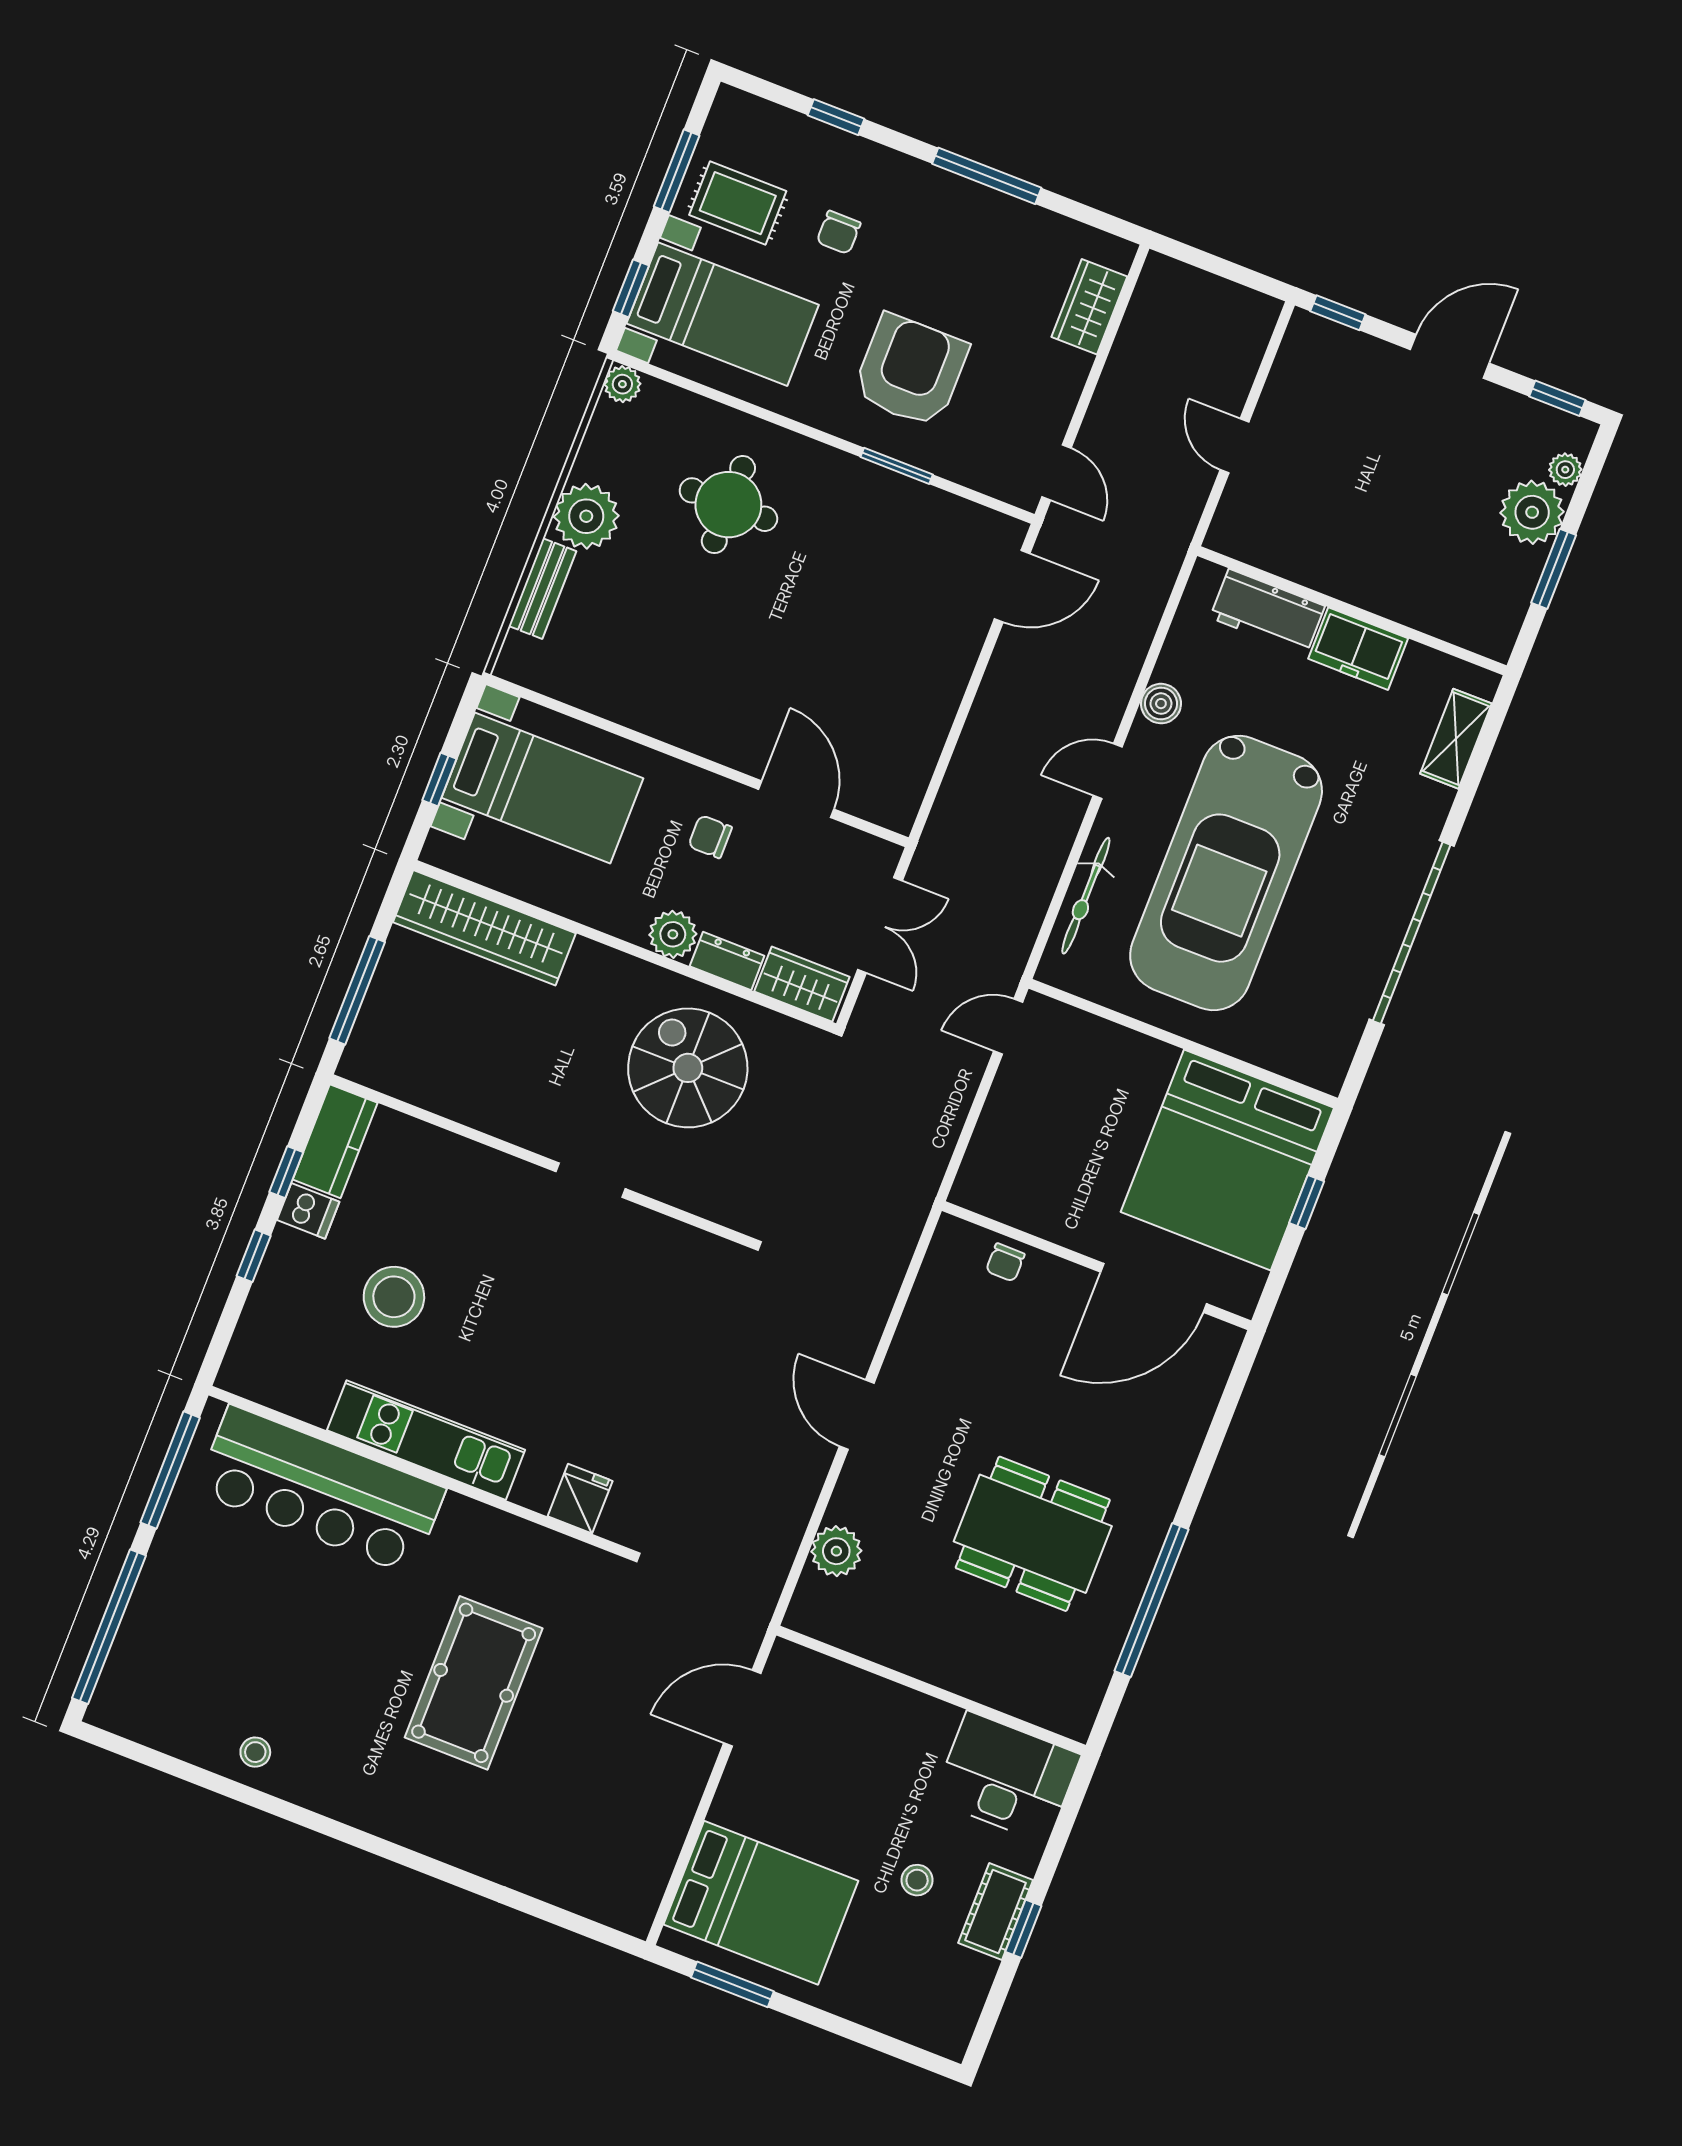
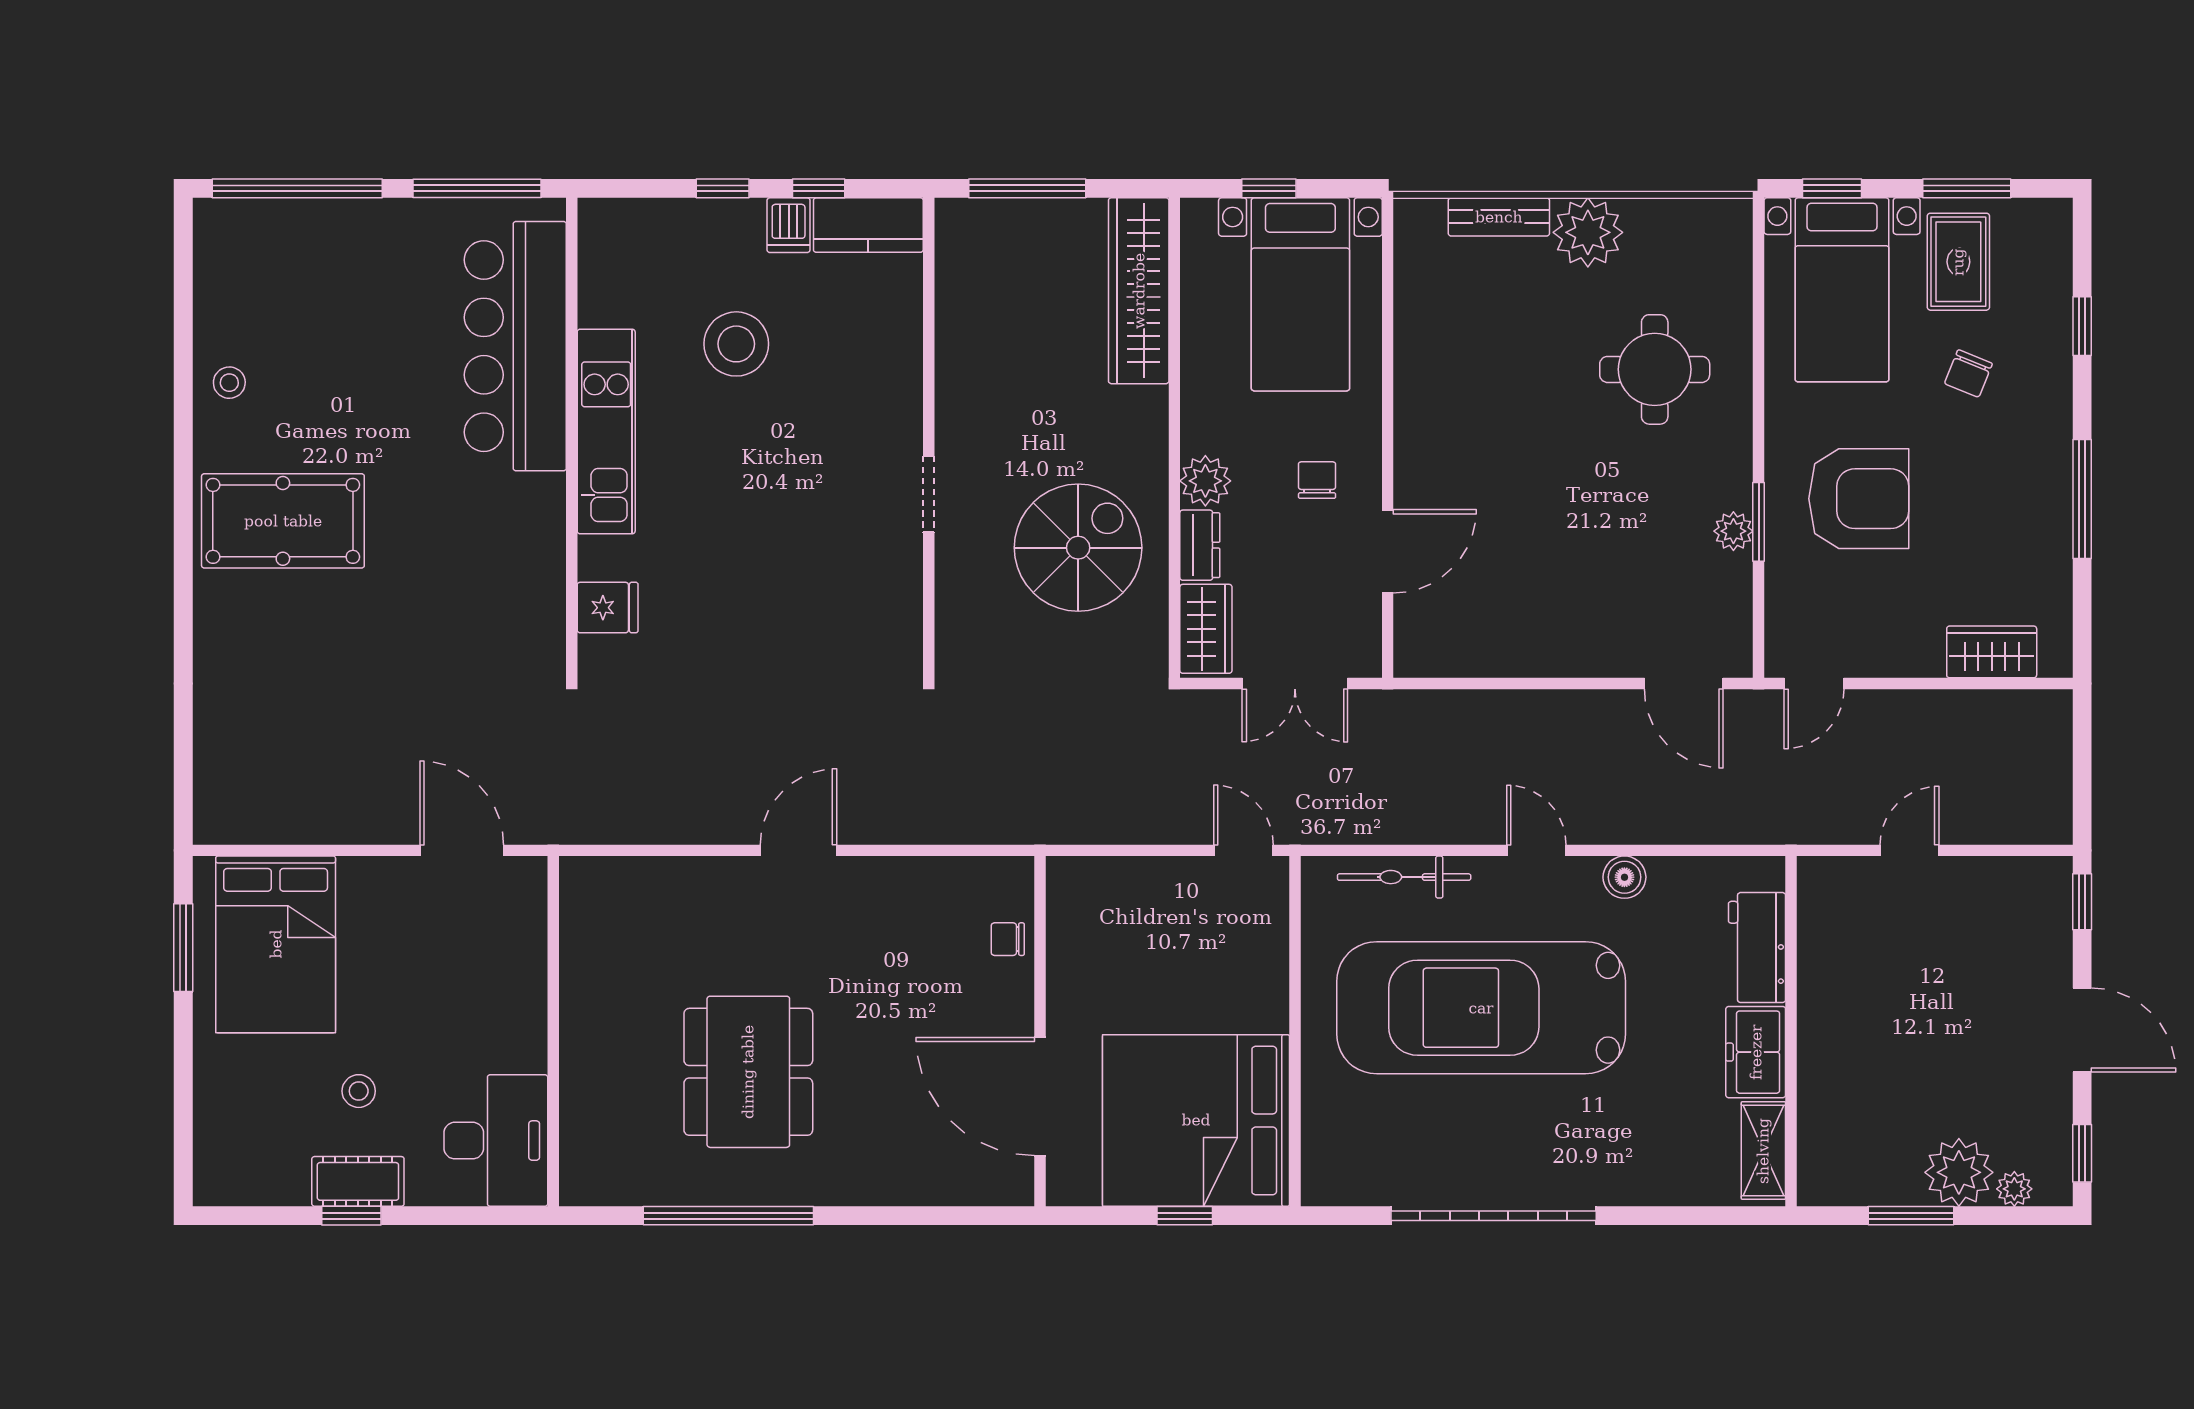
chair: (839, 232) -> (1968, 374), turned -68
plant: (622, 384) -> (1733, 531), moved
shelving: (1456, 739) -> (1763, 1151), moved, turned 90
plant: (836, 1551) -> (655, 883), removed
pool table: (474, 1683) -> (283, 521), moved

